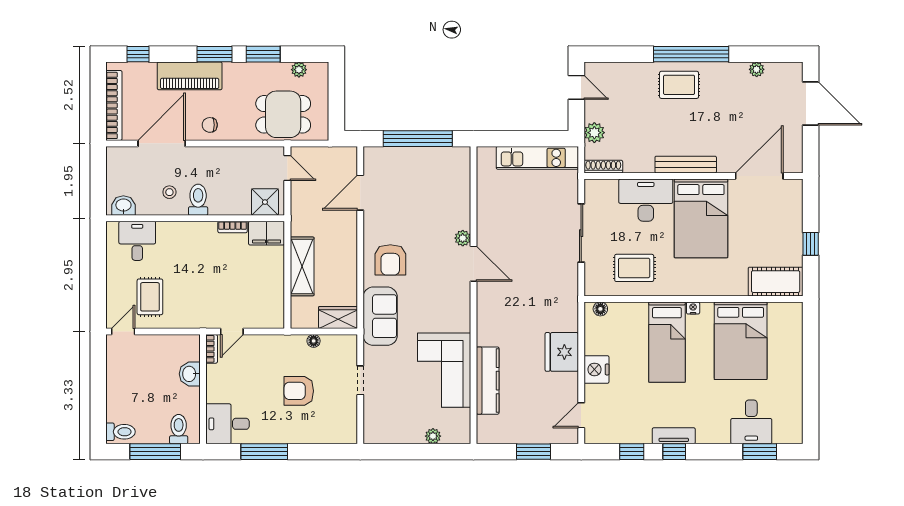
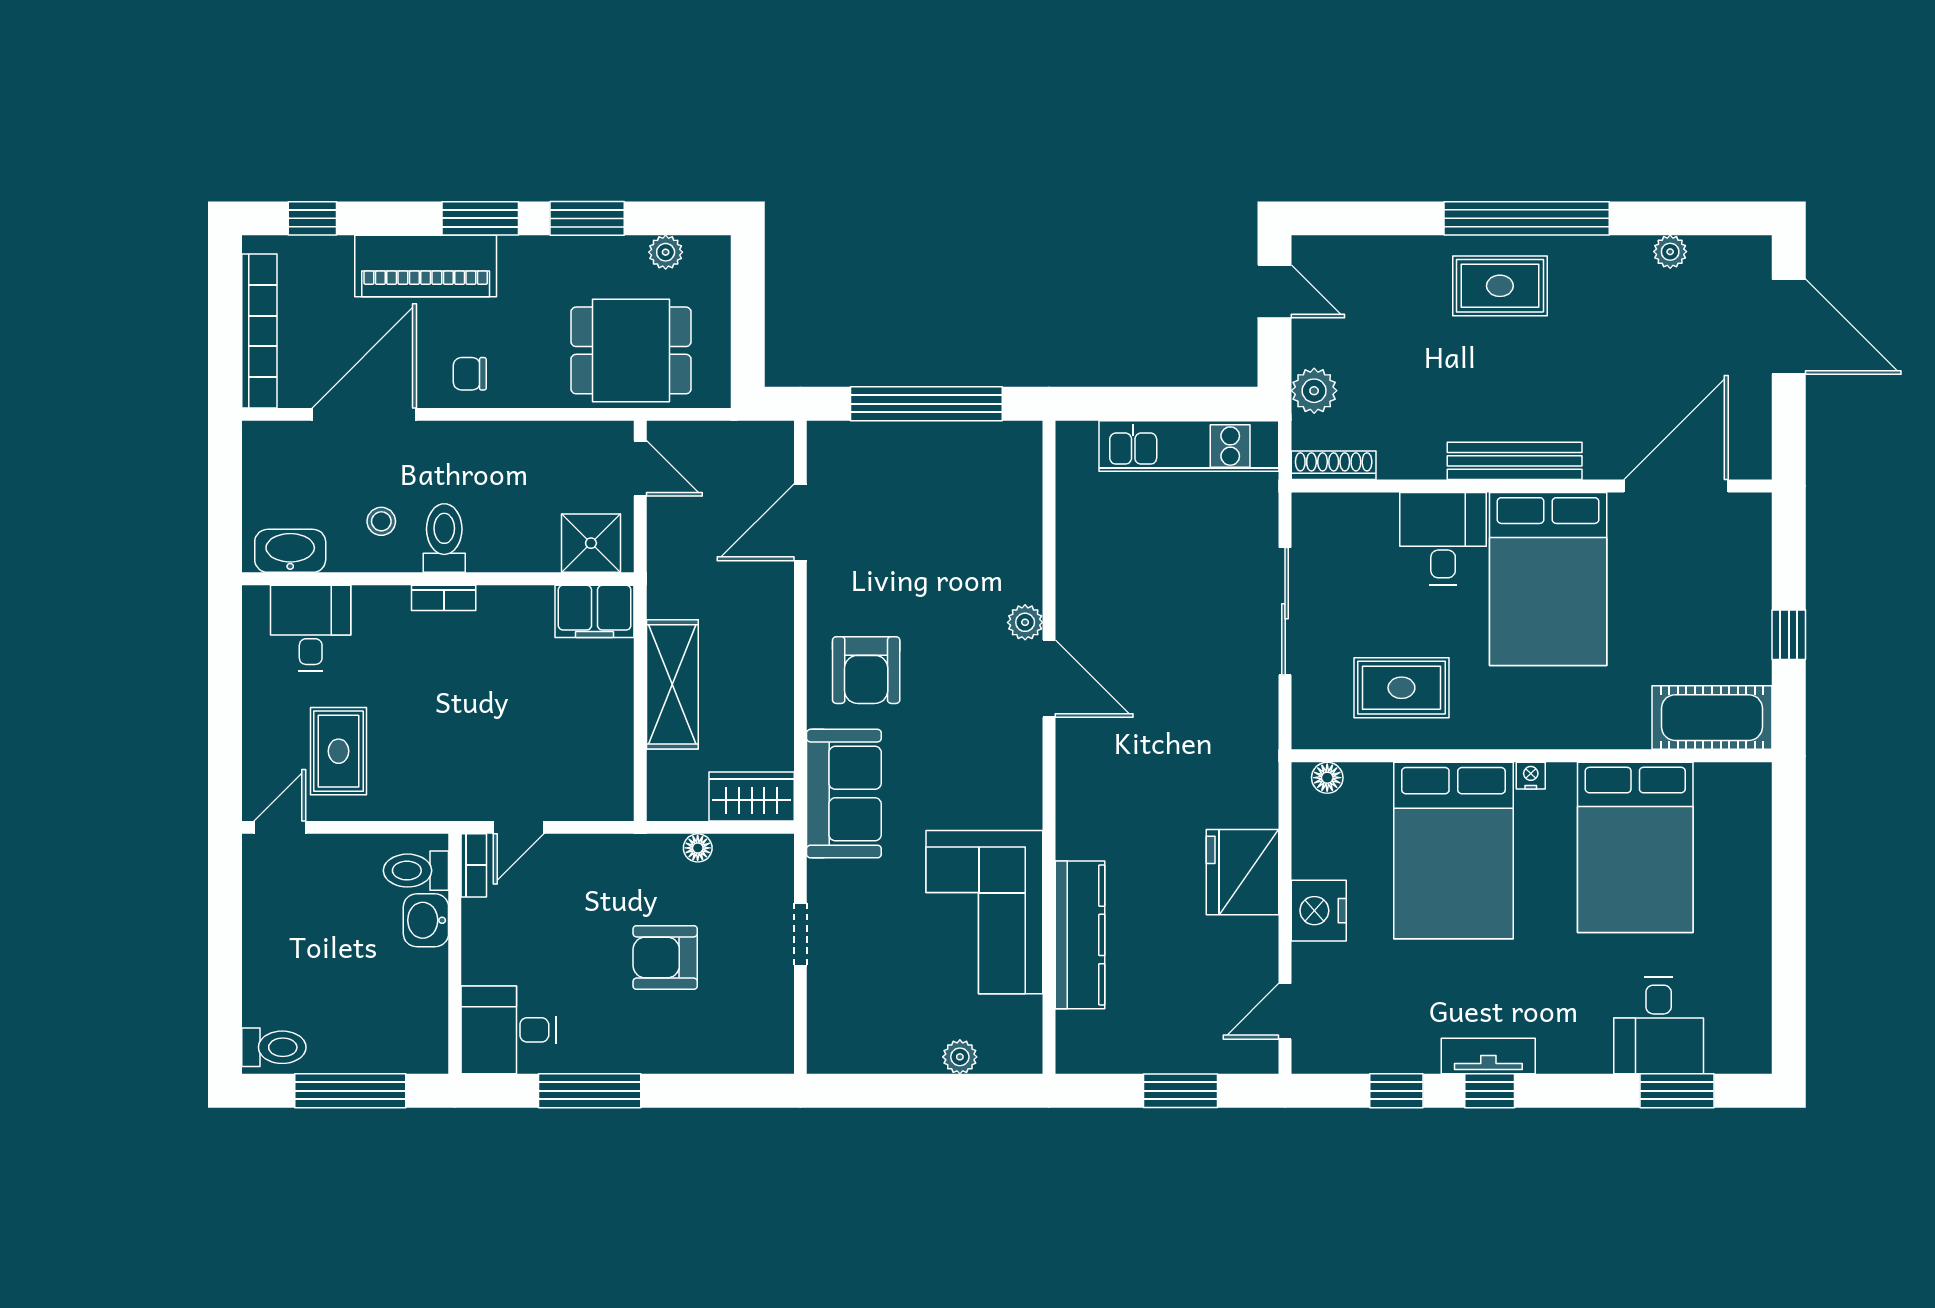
desk: (646, 200) -> (1443, 539), width x0.73
washbasin: (123, 206) -> (290, 551), width x1.38
bookcase: (233, 227) -> (444, 598), moved
bed: (667, 342) -> (1453, 850), width x1.50
toilet: (179, 429) -> (416, 871), moved, turned -90

